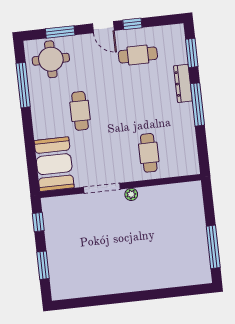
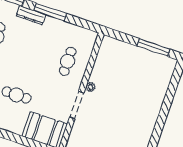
cafe table: (149, 153) -> (68, 61), turned 90

